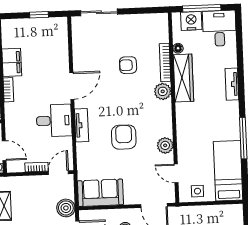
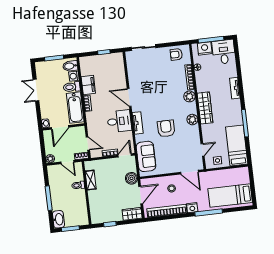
armchair: (128, 65) -> (176, 54), moved
wardrobe: (183, 78) -> (205, 108), moved
door: (72, 86) -> (129, 97), swing flipped
plant: (165, 145) -> (192, 120), moved
door: (176, 173) -> (203, 150), swing flipped
sofa: (100, 193) -> (146, 156), moved, turned 90

